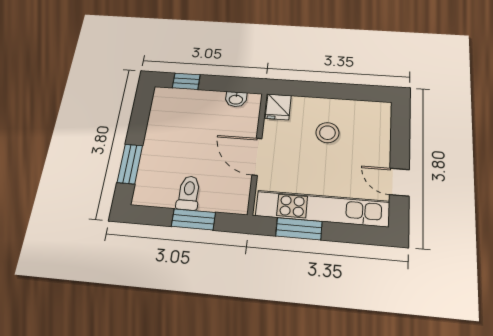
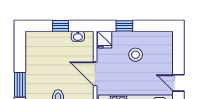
window: (186, 81) -> (61, 26), moved
window: (312, 89) -> (124, 26), added

